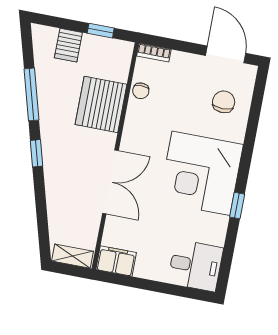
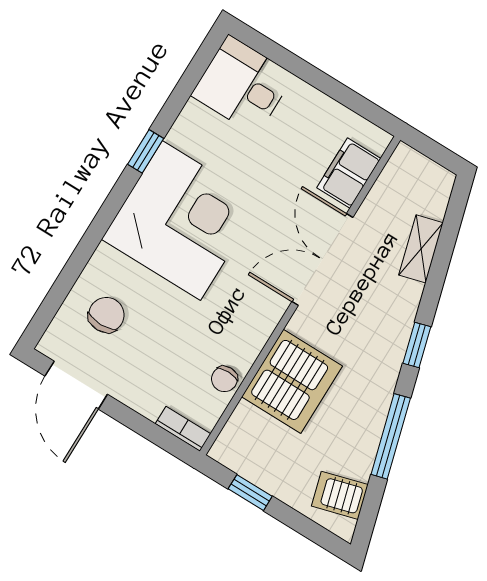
server rack: (68, 45) -> (340, 495), moved, turned -106
chair: (141, 91) -> (224, 379), turned 180
chair: (224, 102) -> (106, 315), turned 180
shelving: (72, 256) -> (421, 249), moved, turned 74
filing cabinet: (116, 261) -> (349, 173), moved, turned 90

